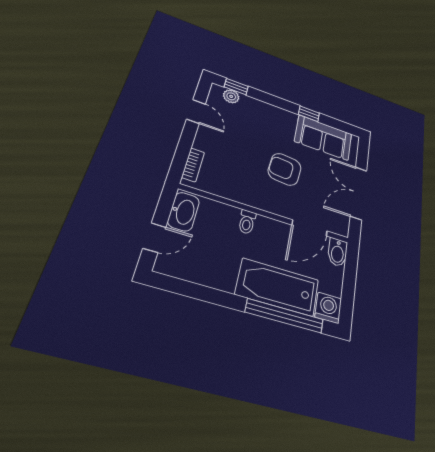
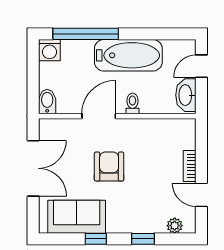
window: (236, 87) -> (143, 239), moved
bookcase: (193, 165) -> (190, 166), moved
armchair: (285, 169) -> (109, 167), turned -95
door: (310, 228) -> (99, 116), moved
bathtub: (278, 287) -> (128, 55), moved

